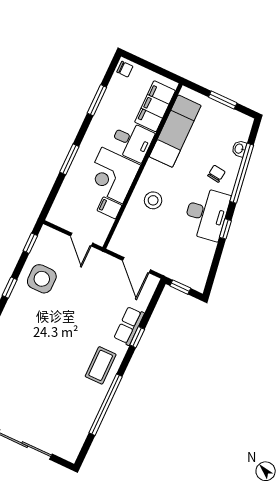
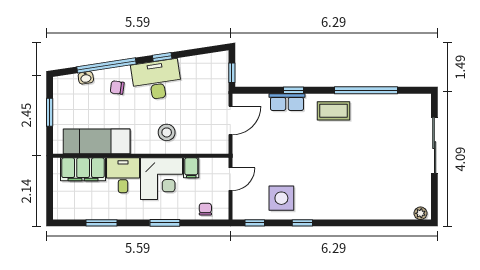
chair: (125, 69) -> (205, 209), moved

